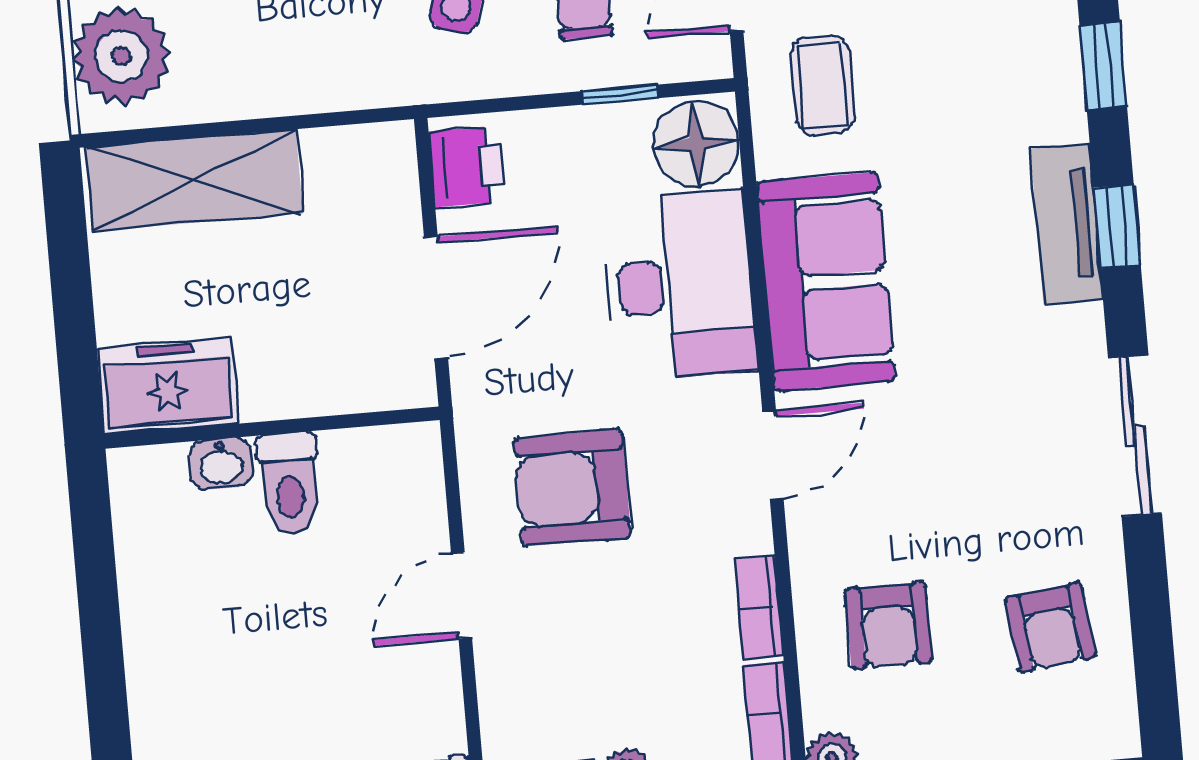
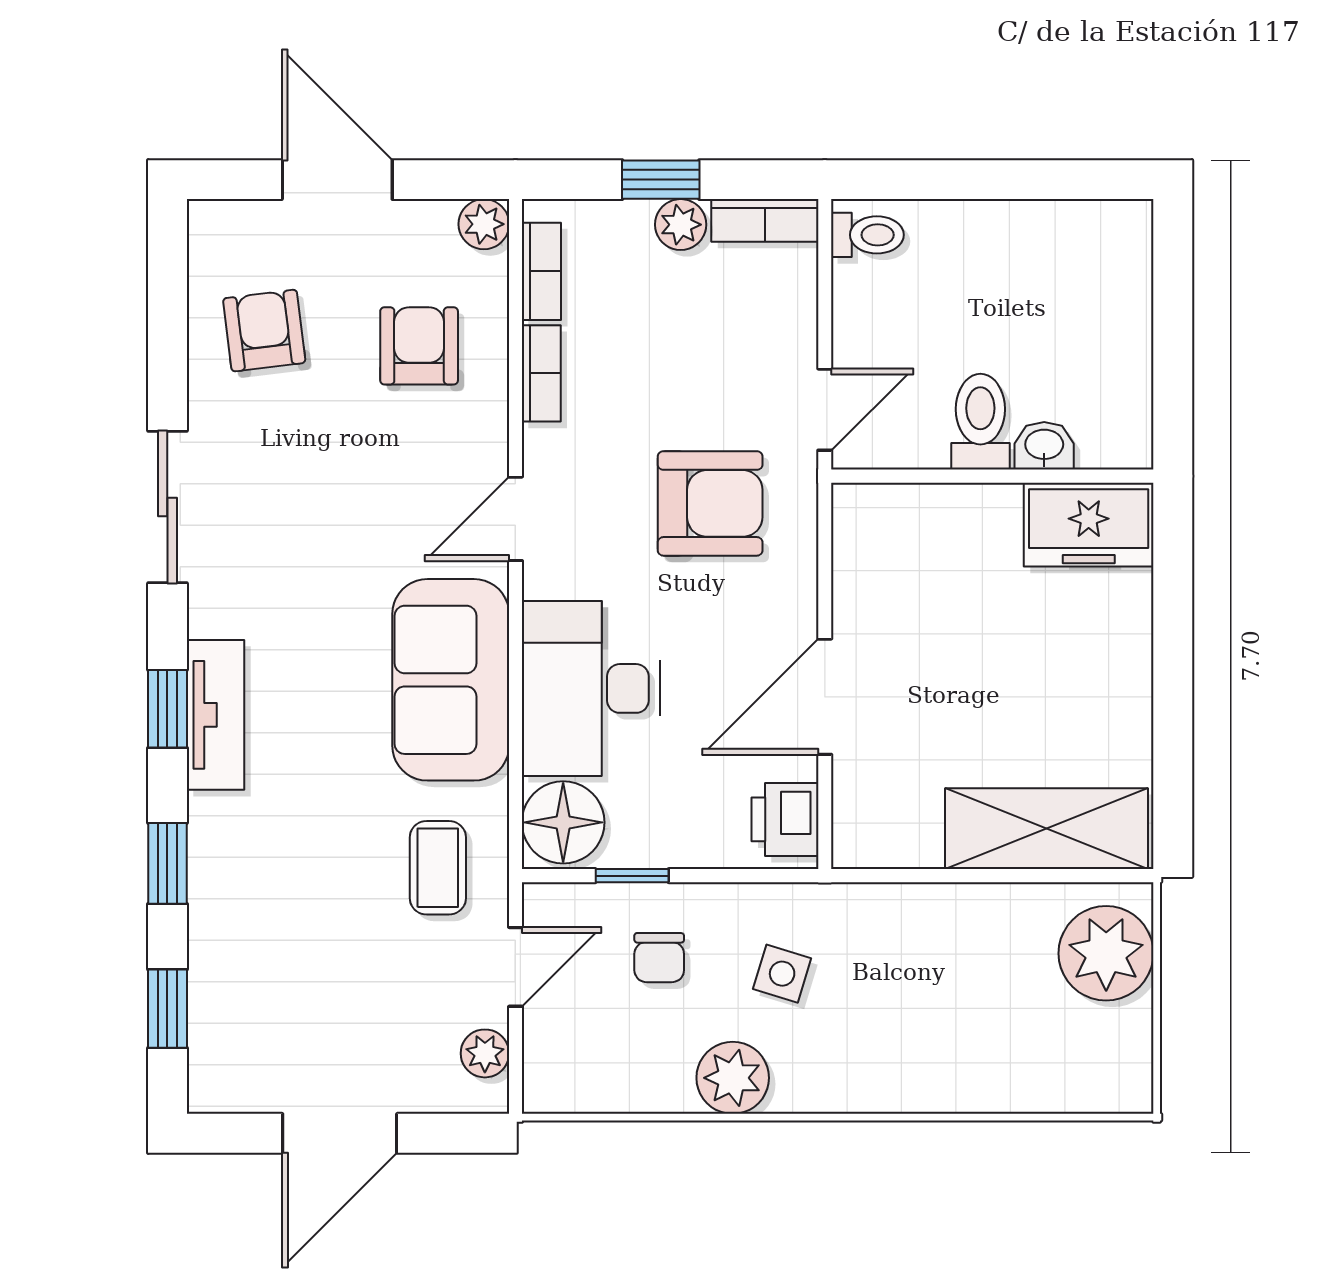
freezer: (168, 386) -> (1089, 525), moved
wall: (272, 428) -> (992, 476), moved
washbasin: (221, 464) -> (1044, 446), moved
toilet: (289, 483) -> (980, 422), moved

